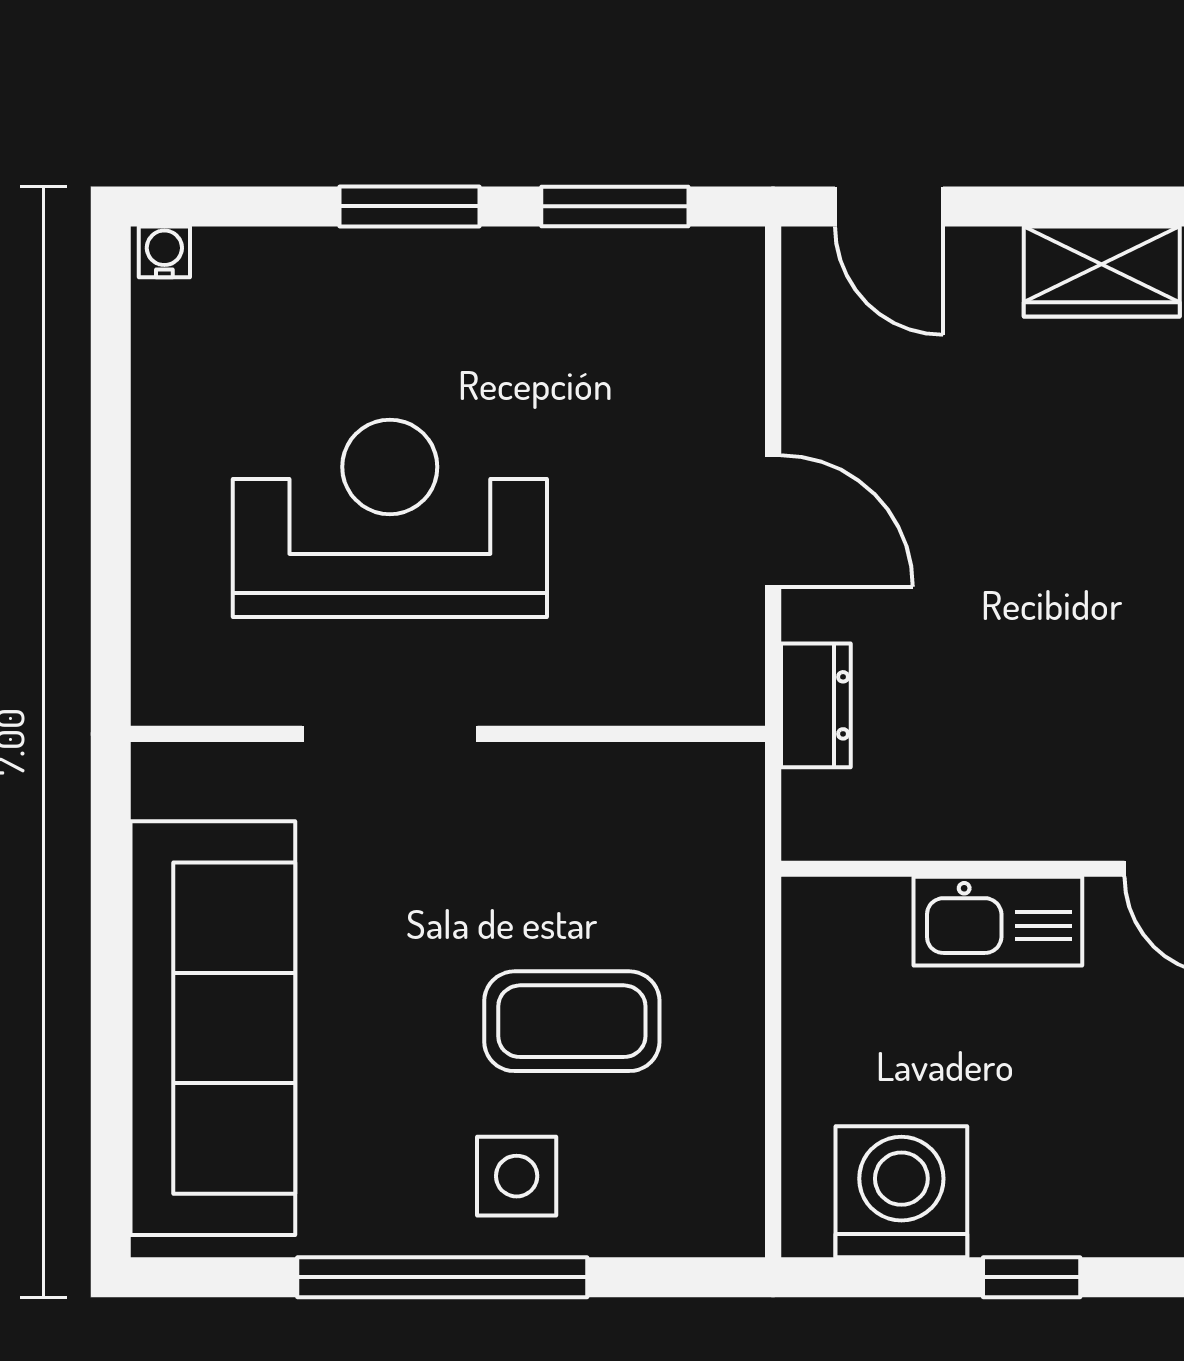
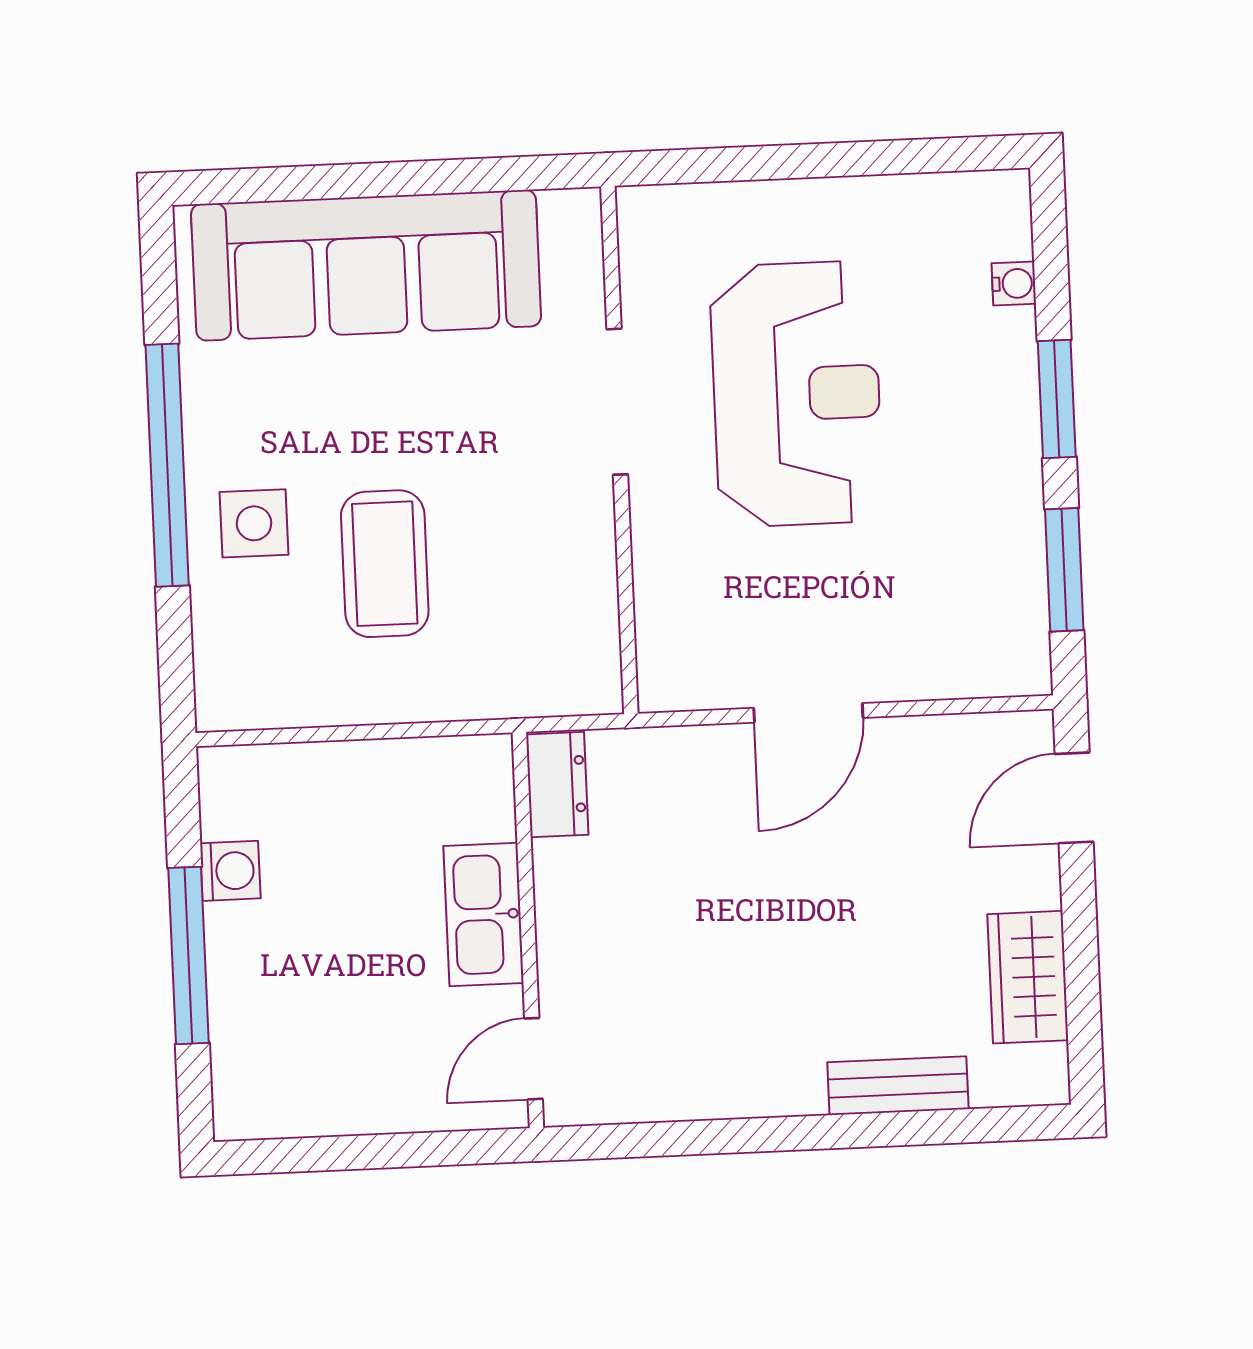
water cooler: (164, 252) -> (1014, 284), moved
dresser: (816, 705) -> (557, 785), moved, turned -90
washing machine: (901, 1192) -> (230, 871), width x0.53, depth x0.53
window: (1032, 1277) -> (189, 955), width x2.17

